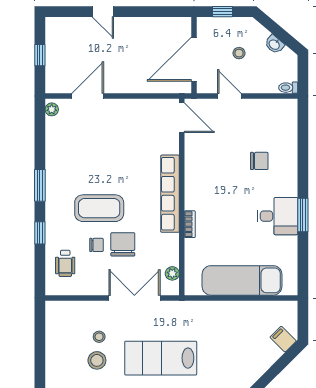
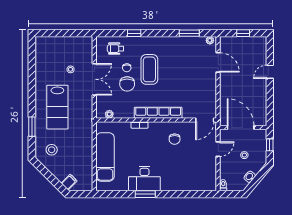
chair: (259, 161) -> (175, 139), moved
window: (40, 185) -> (189, 33), moved
desk: (277, 216) -> (144, 179), width x1.37
chair: (123, 244) -> (127, 84), turned 90
double door: (134, 298) -> (94, 79), moved
lab bench: (161, 358) -> (57, 107), turned 180
stool: (97, 360) -> (52, 150), moved

